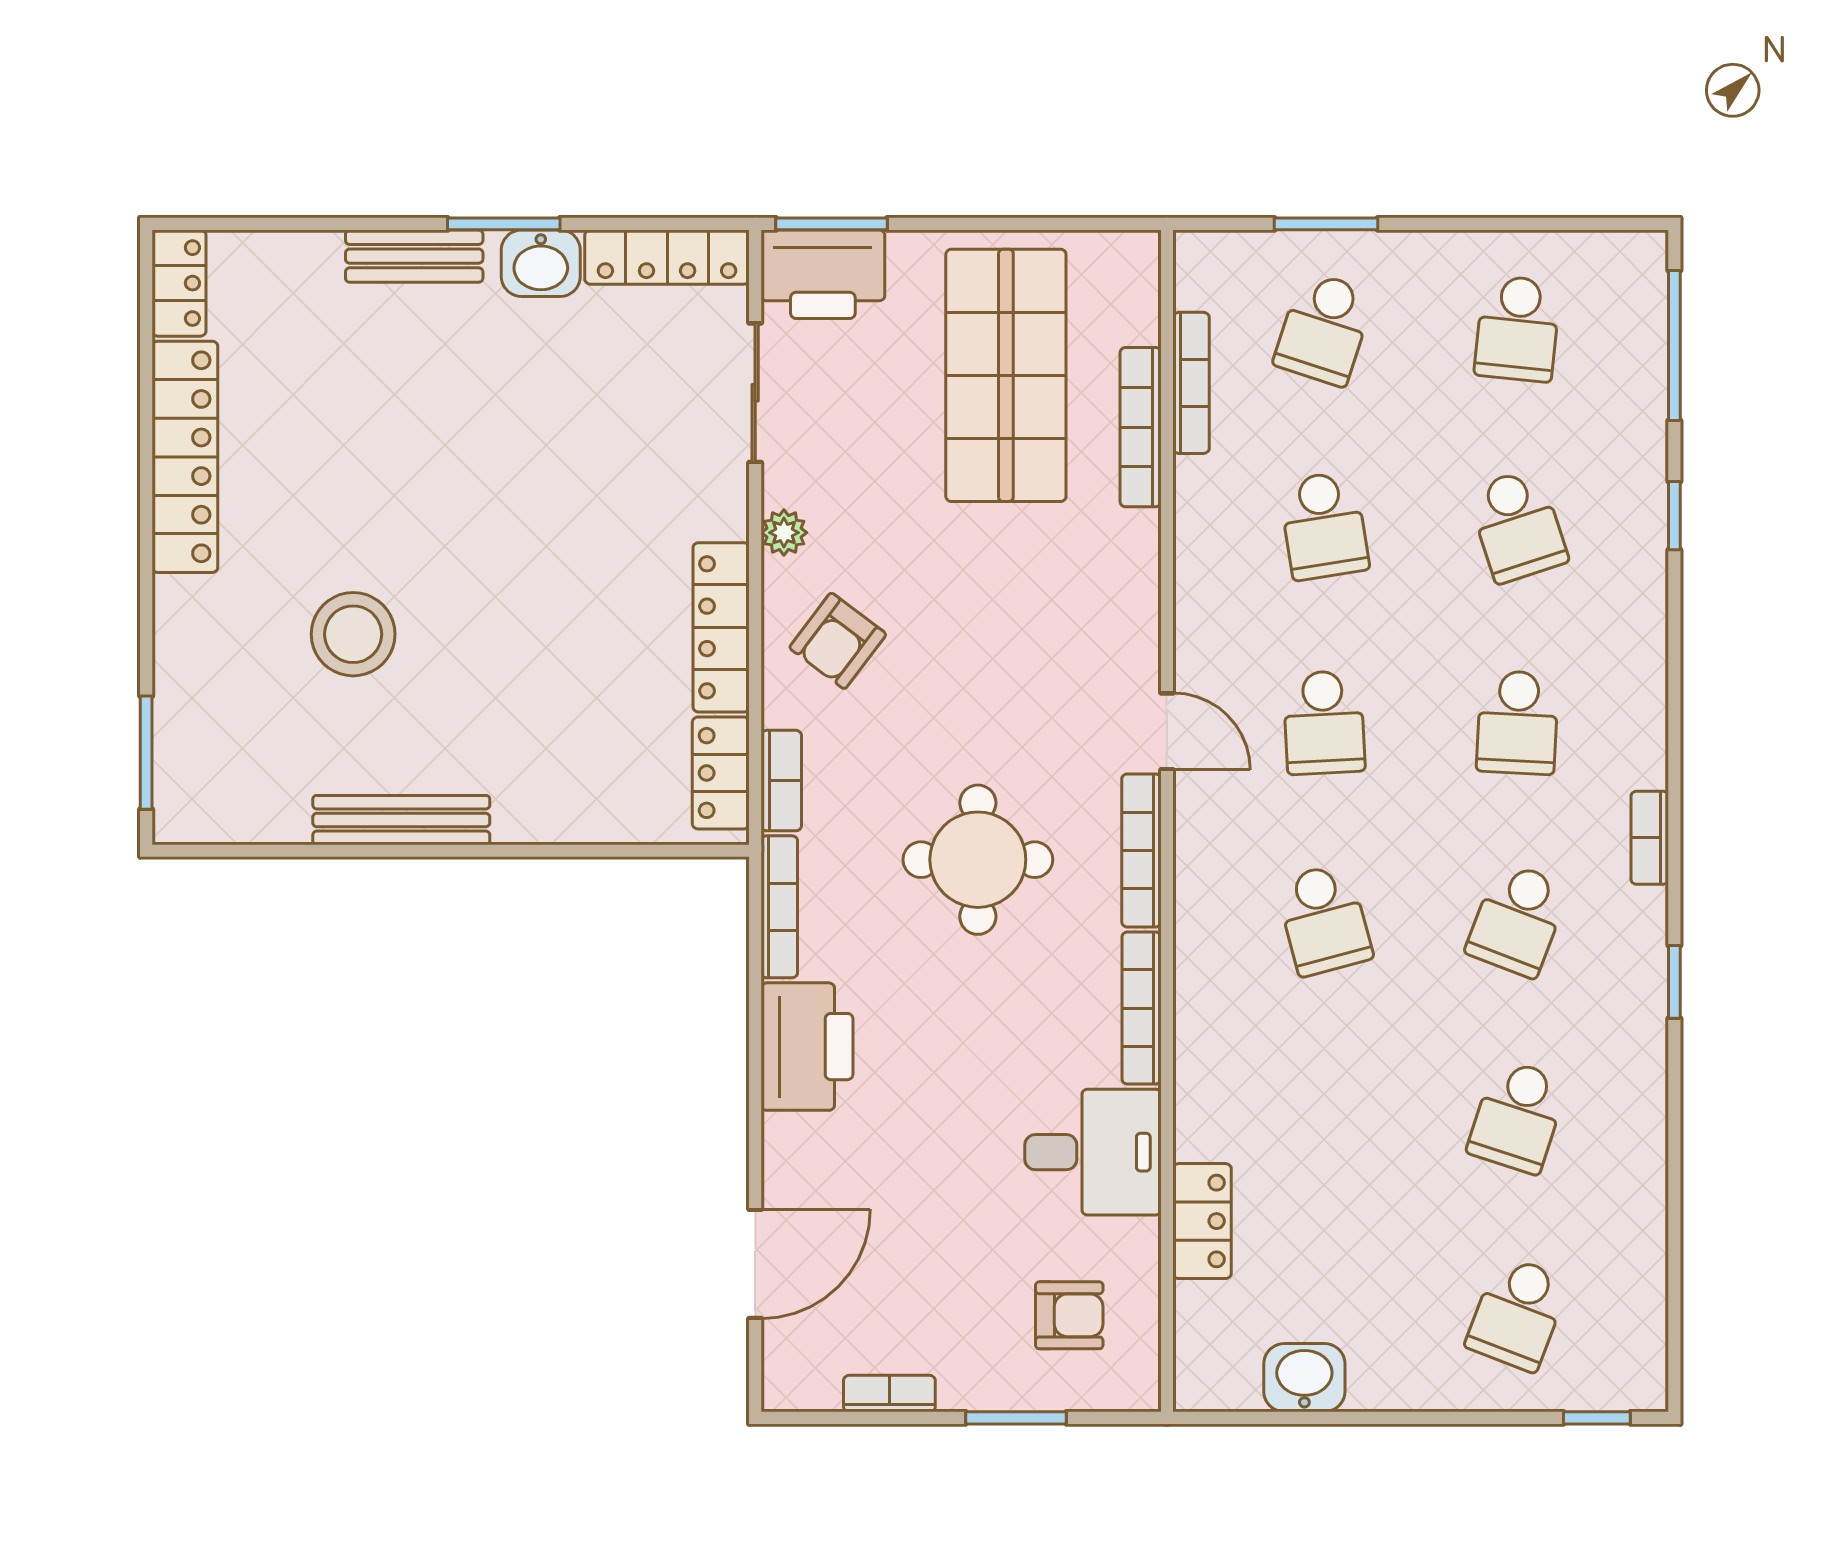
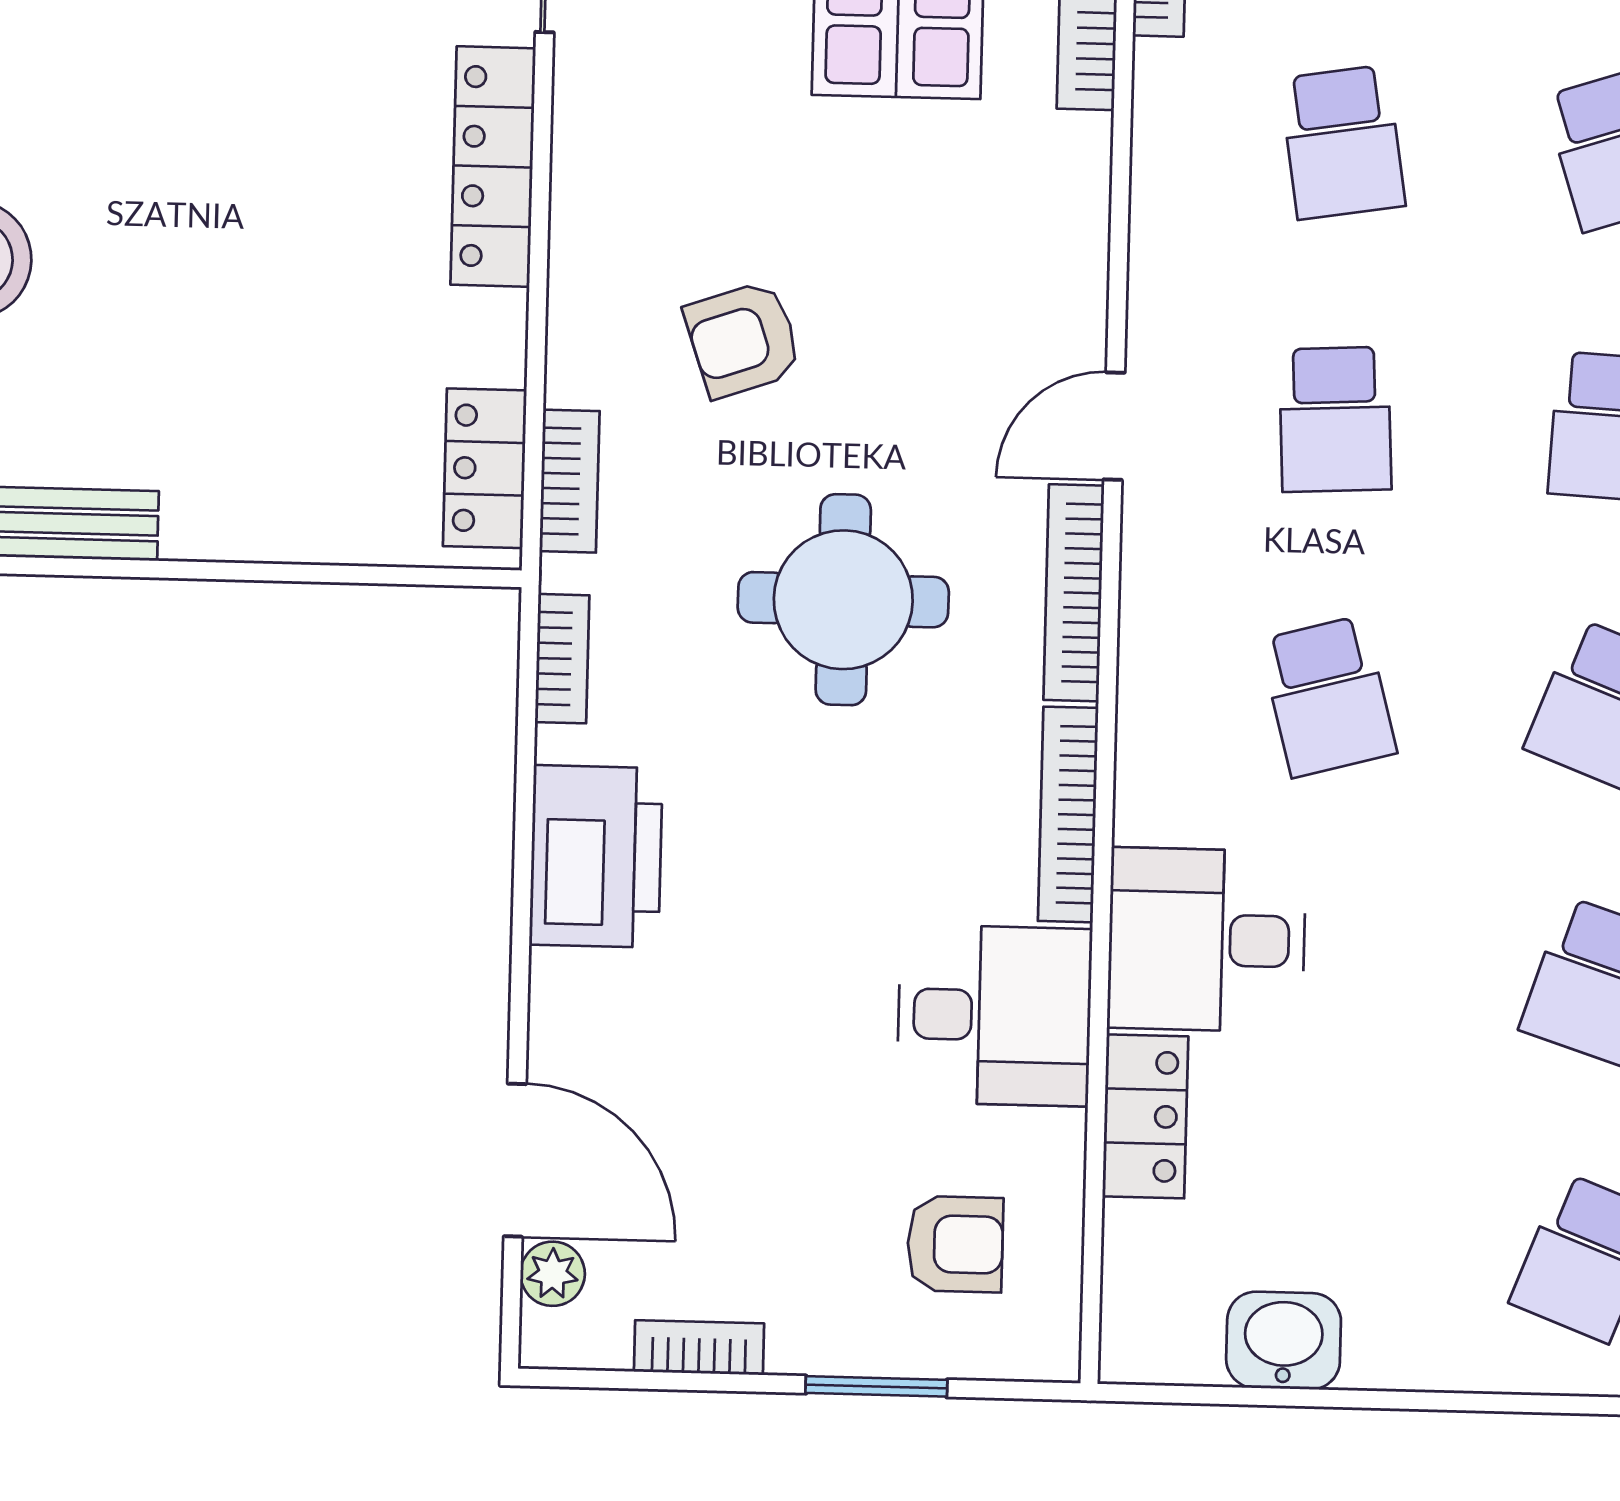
plant: (784, 533) -> (553, 1274), moved
locker: (721, 627) -> (493, 167), moved
armchair: (838, 641) -> (743, 339), moved, turned 34
door: (1167, 731) -> (1114, 426), swing flipped
bookcase: (779, 907) -> (562, 659), width x0.64
desk: (1242, 1094) -> (1207, 940), added
door: (755, 1264) -> (515, 1160), hinge flipped

